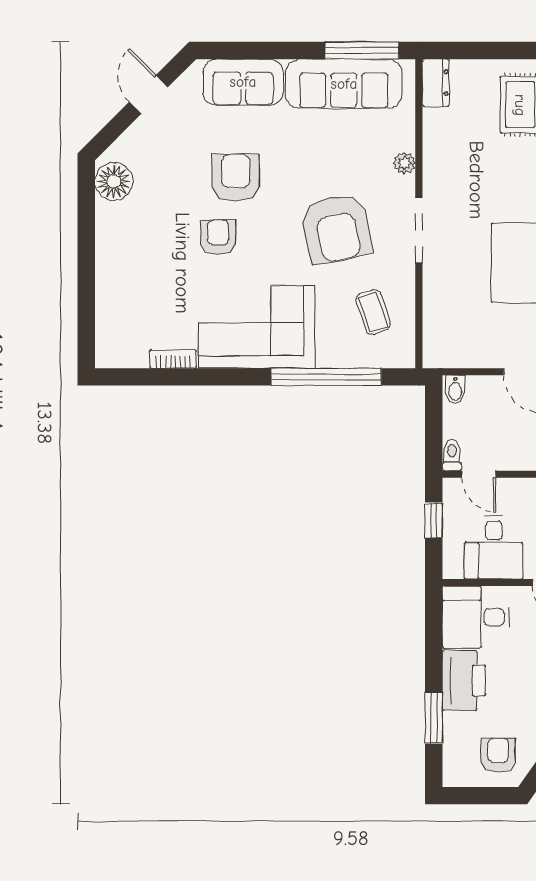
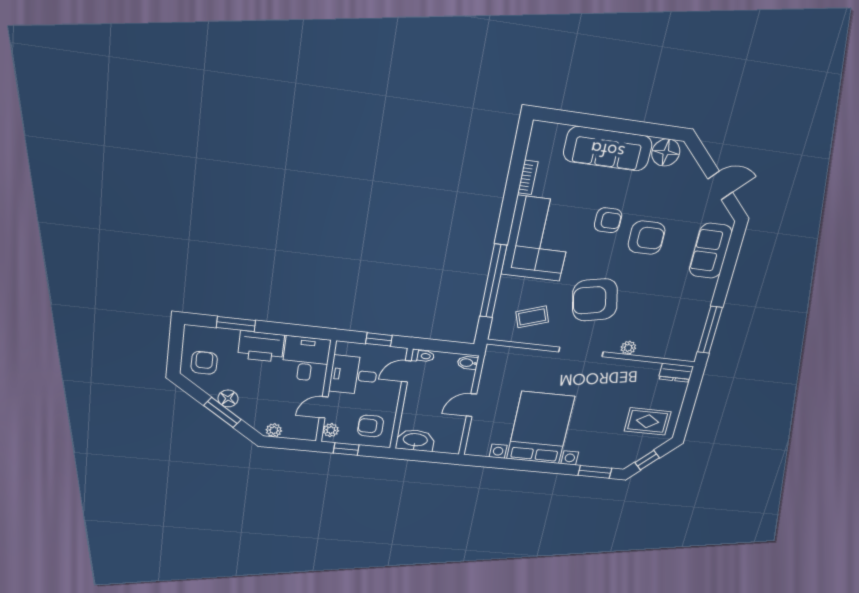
sofa: (344, 84) -> (608, 149), moved, turned -90
armchair: (498, 755) -> (204, 363), turned -90

